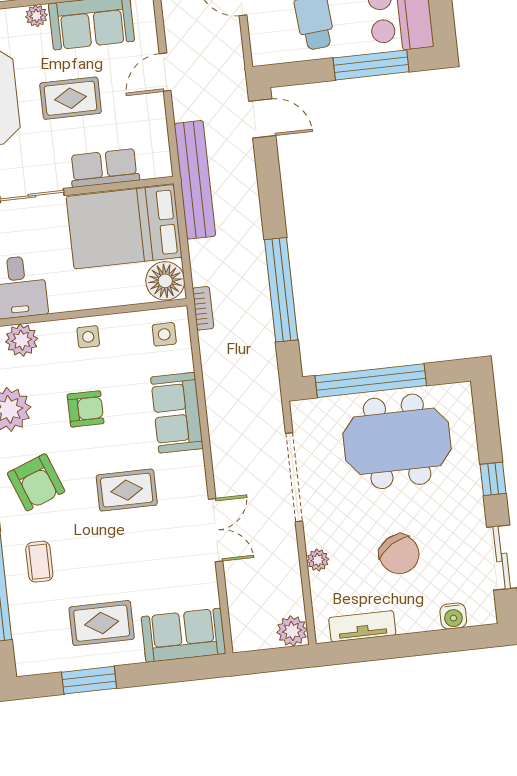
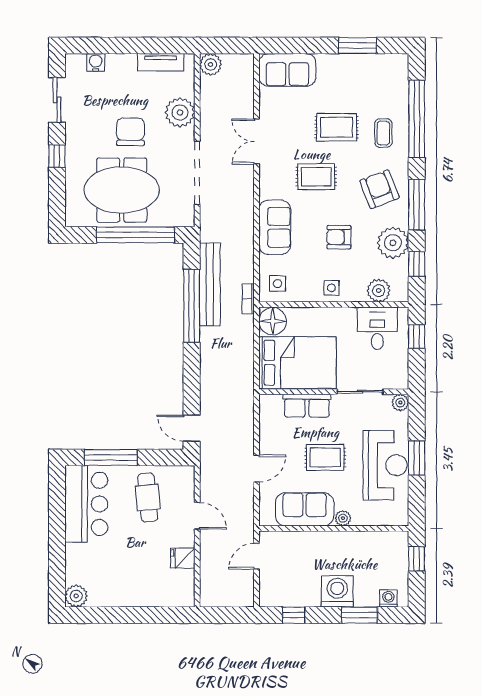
bench: (195, 180) -> (210, 284), moved
chair: (399, 554) -> (130, 132), moved, turned 31
plant: (318, 560) -> (180, 112), width x1.87, depth x1.87
rug: (102, 623) -> (337, 127), moved

